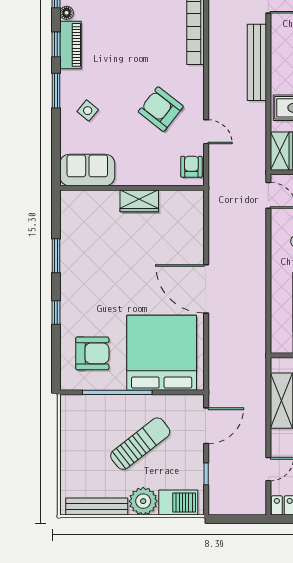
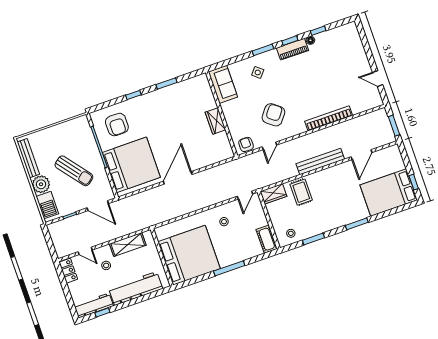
armchair: (191, 167) -> (246, 144), turned -90

